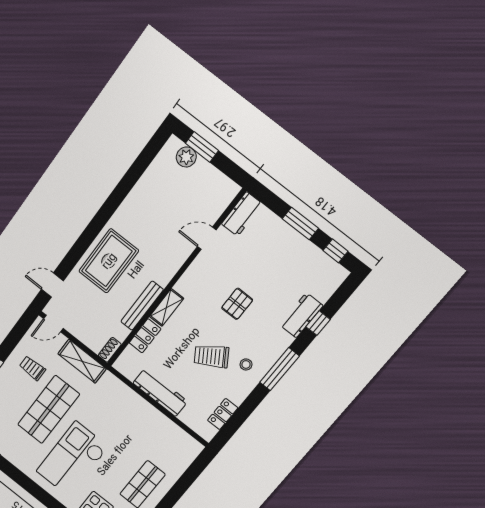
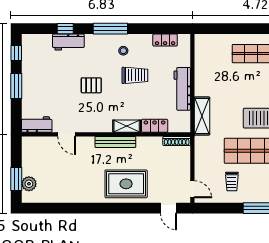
bench: (142, 306) -> (115, 142), moved
shoe rack: (110, 350) -> (177, 141), width x1.43
trolley: (211, 356) -> (135, 75), turned -57
shelving: (82, 361) -> (202, 116), moved

